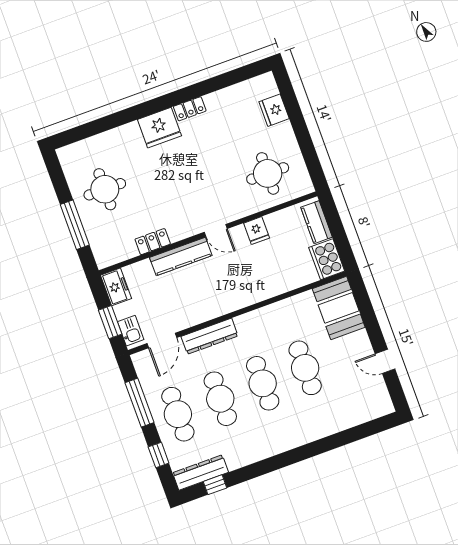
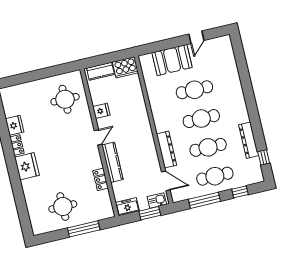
fridge: (274, 110) -> (15, 125), moved, turned -90
booth: (339, 308) -> (172, 60), moved
dresser: (201, 473) -> (249, 140), moved

